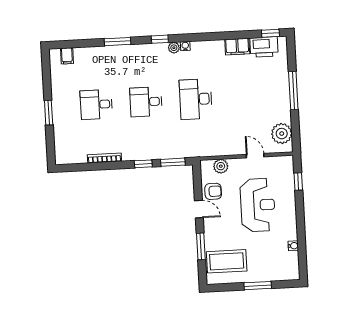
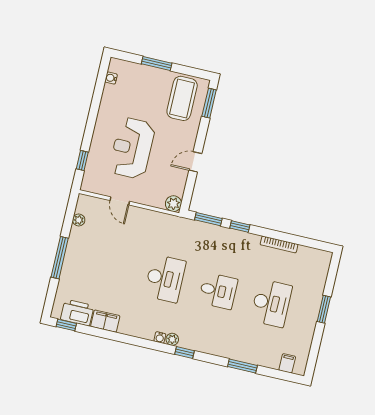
window: (117, 42) -> (242, 366), moved
desk: (96, 105) -> (271, 303), width x1.37
plant: (282, 134) -> (79, 220), width x0.53, depth x0.53
plant: (221, 166) -> (173, 204), moved
armchair: (213, 191) -> (175, 176), removed
door: (199, 209) -> (195, 162), hinge flipped
window: (201, 246) -> (209, 103), moved
water cooler: (293, 246) -> (111, 78), moved
coffee table: (227, 261) -> (182, 98), turned 90

